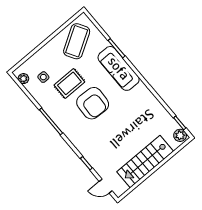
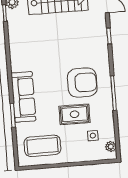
coffee table: (77, 41) -> (43, 146), turned 31
armchair: (93, 103) -> (82, 83), moved, turned 87

